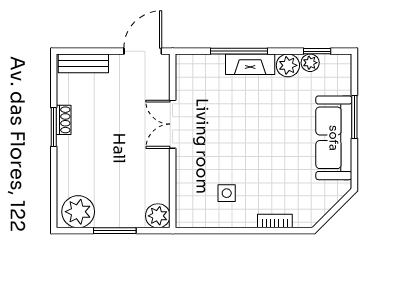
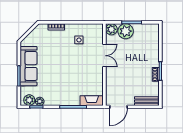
fireplace: (250, 64) -> (92, 101), moved
plant: (288, 65) -> (29, 100), moved
double door: (173, 124) -> (104, 56), moved
plant: (78, 212) -> (126, 31), moved

